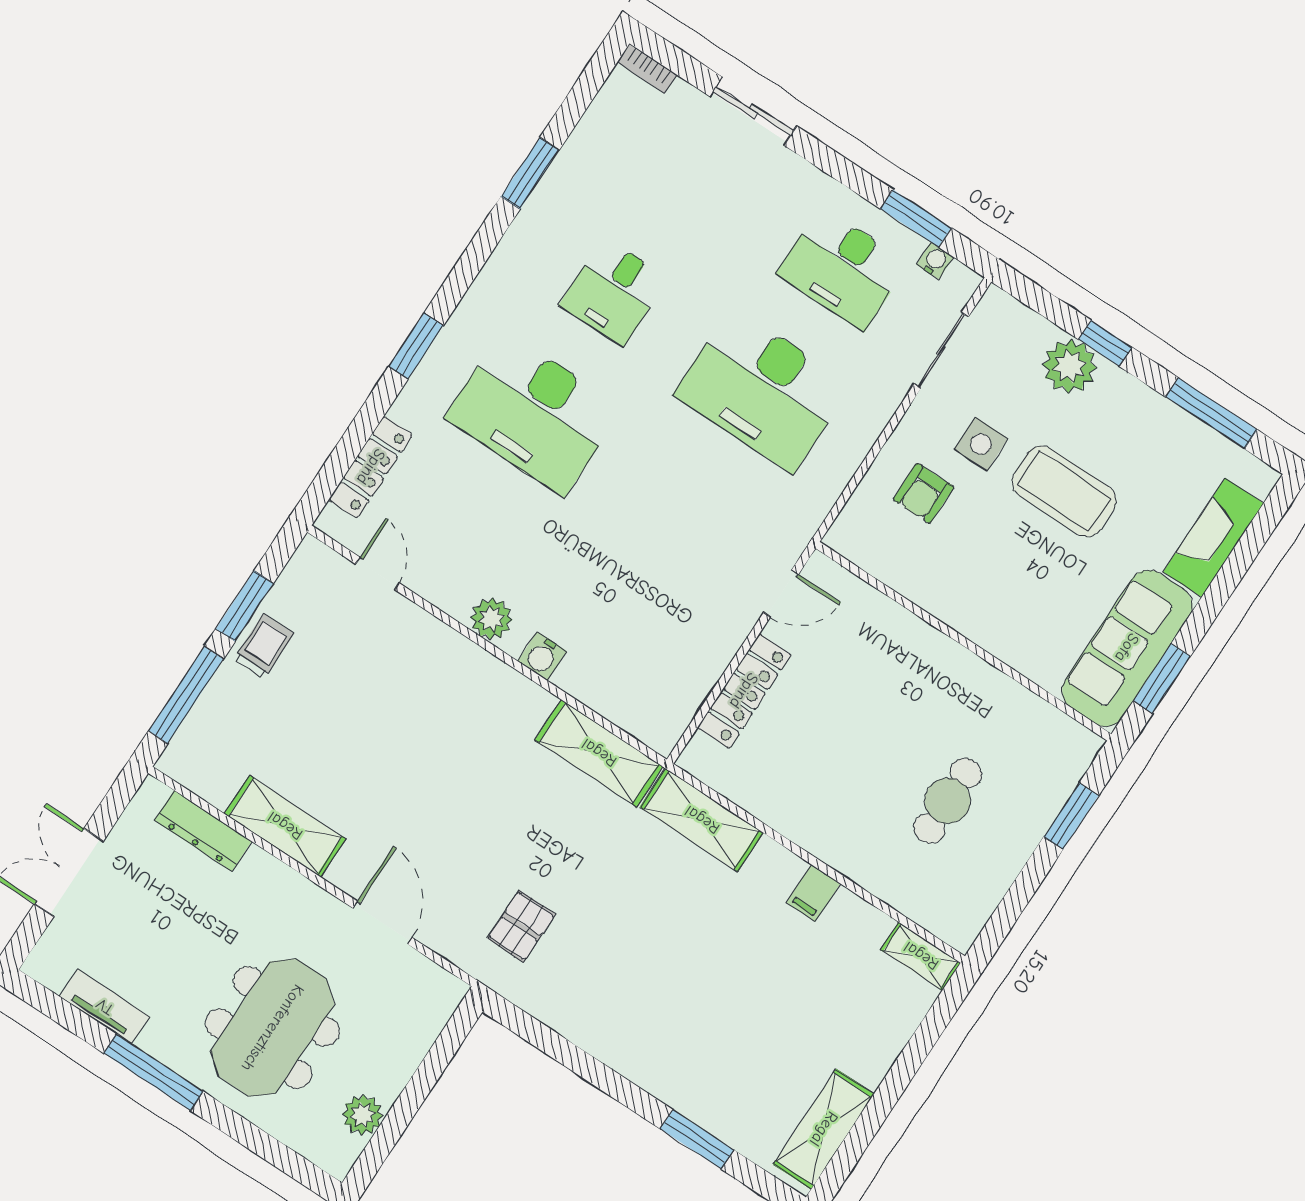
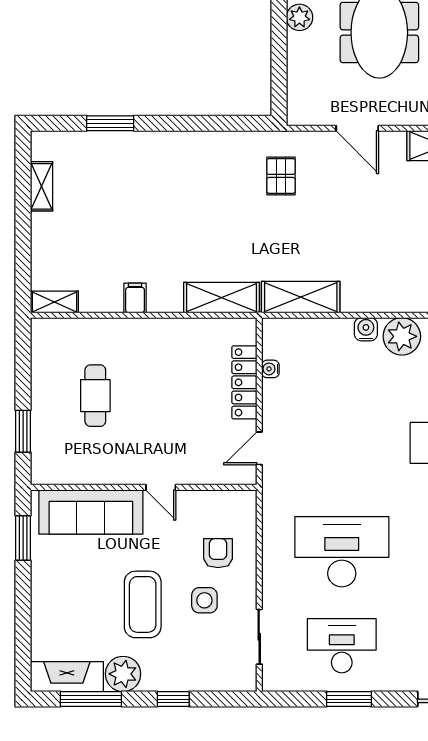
window: (916, 218) -> (349, 699), moved
water cooler: (935, 261) -> (270, 369), moved, turned 90
plant: (1070, 366) -> (123, 674), moved
coffee table: (1064, 491) -> (143, 604), turned 90
fireplace: (1213, 538) -> (67, 677), moved, turned -90
plant: (491, 619) -> (402, 336), width x1.36, depth x1.36
door: (941, 627) -> (161, 487), added
sofa: (1127, 648) -> (91, 512), moved, turned 90
shelving: (824, 1129) -> (42, 186), width x0.67, depth x0.75

